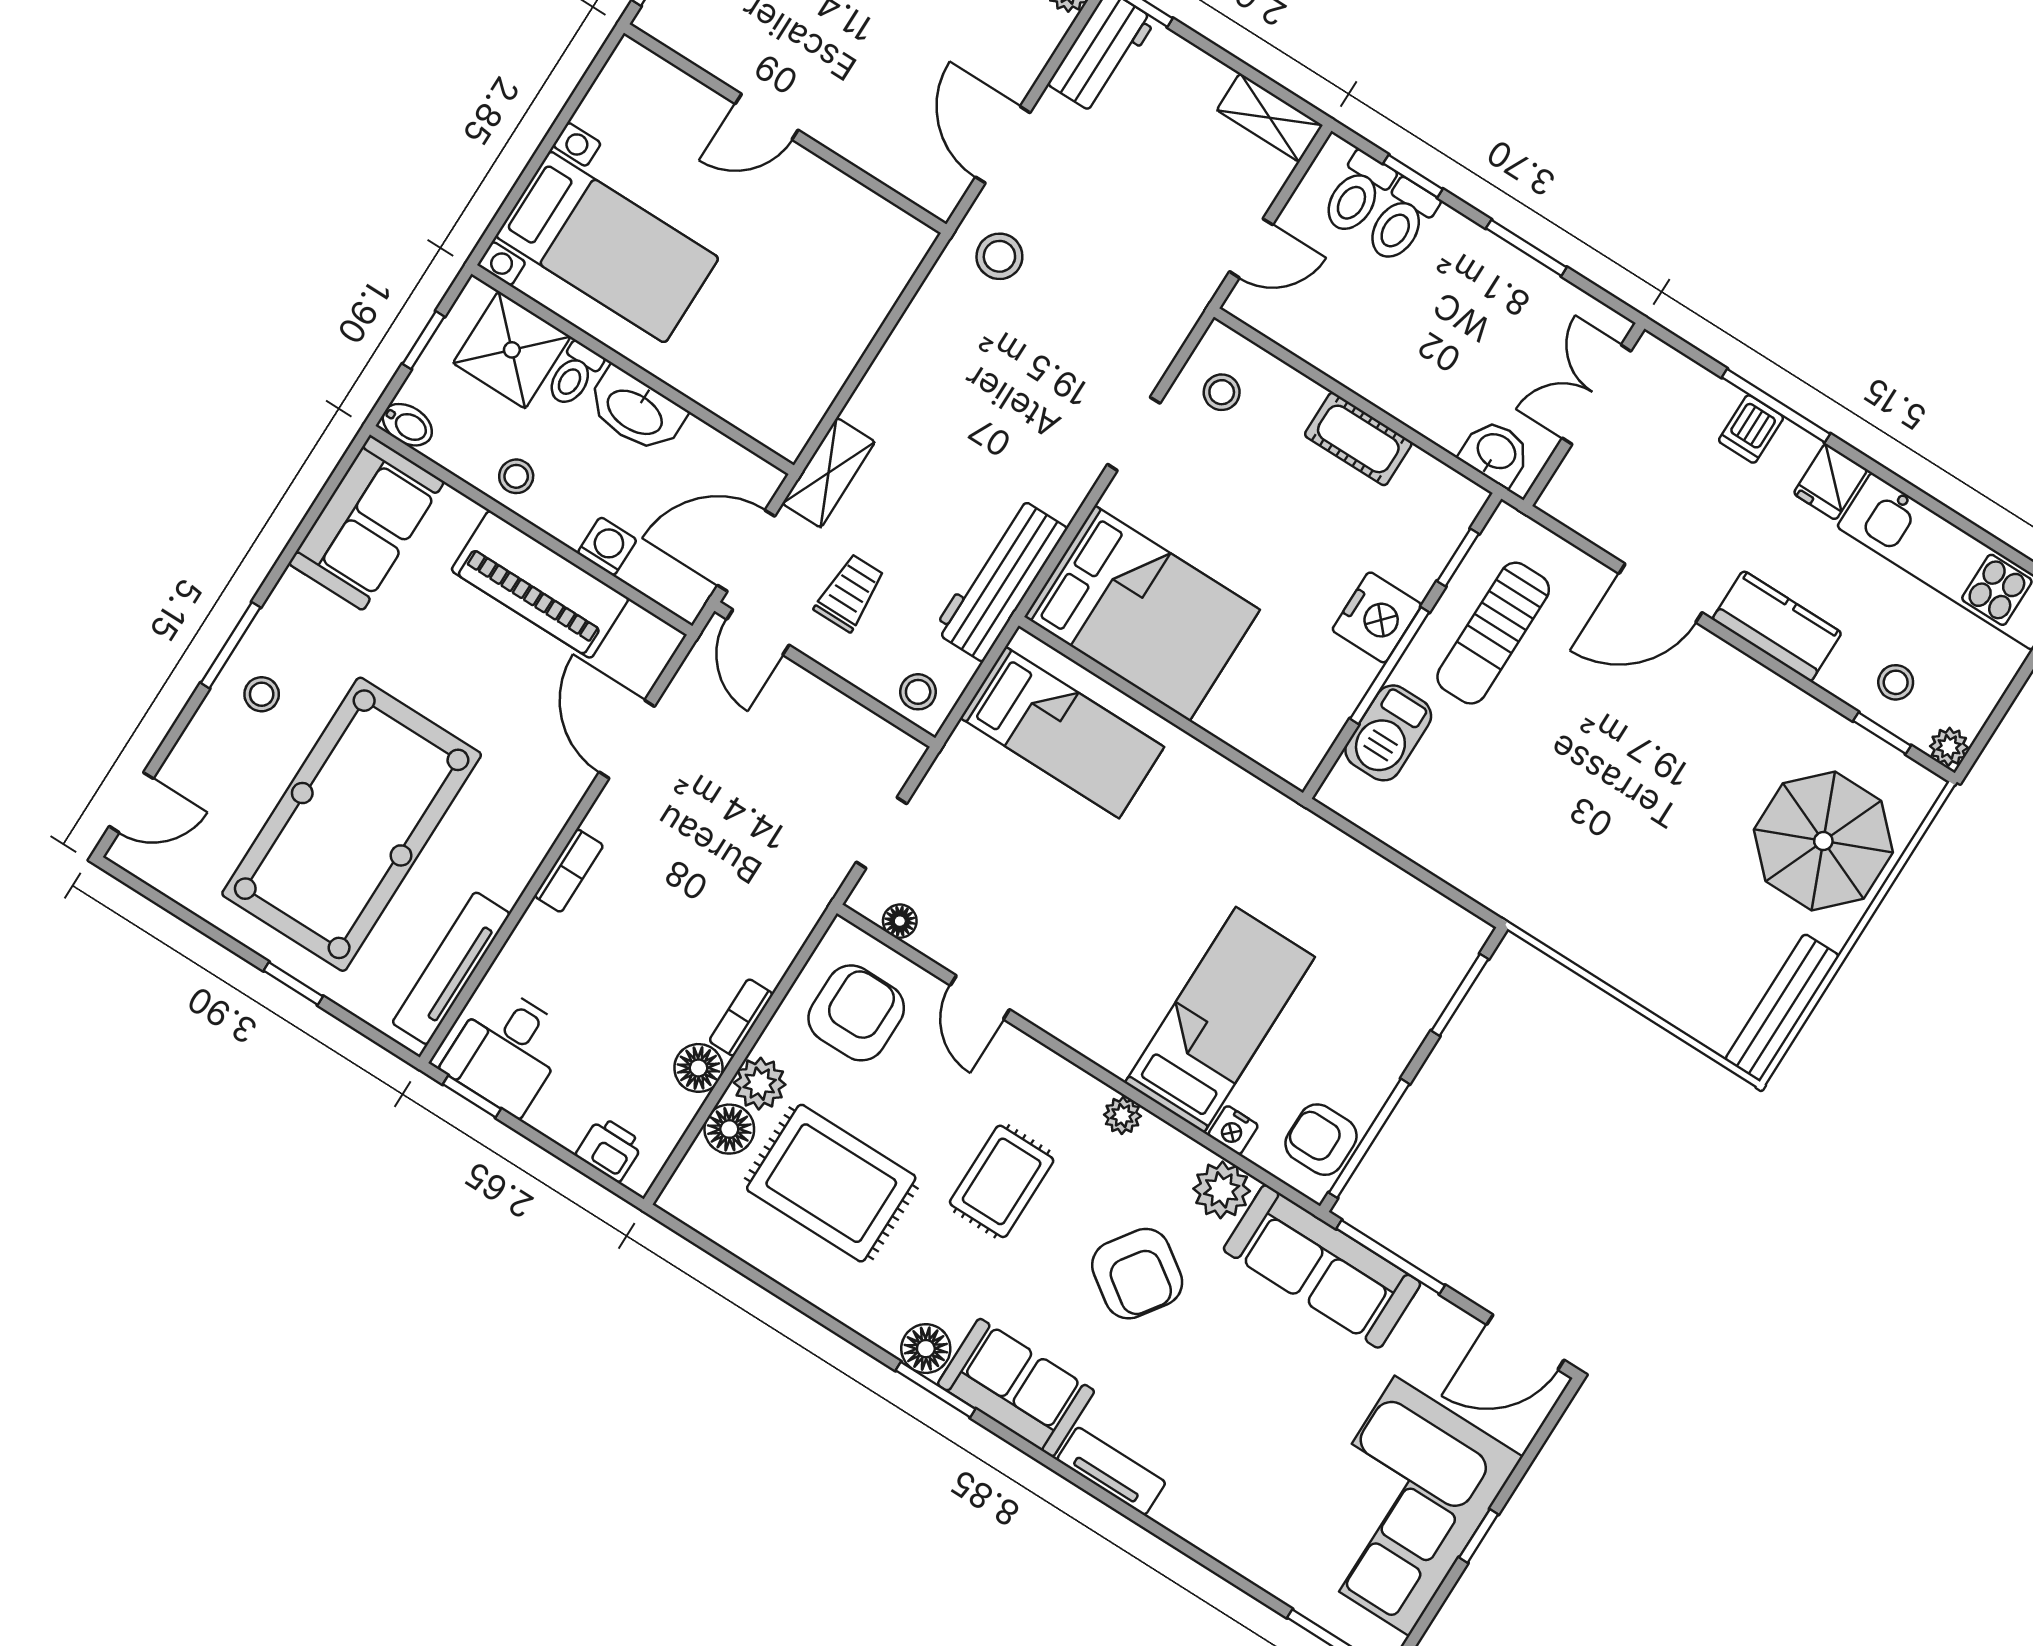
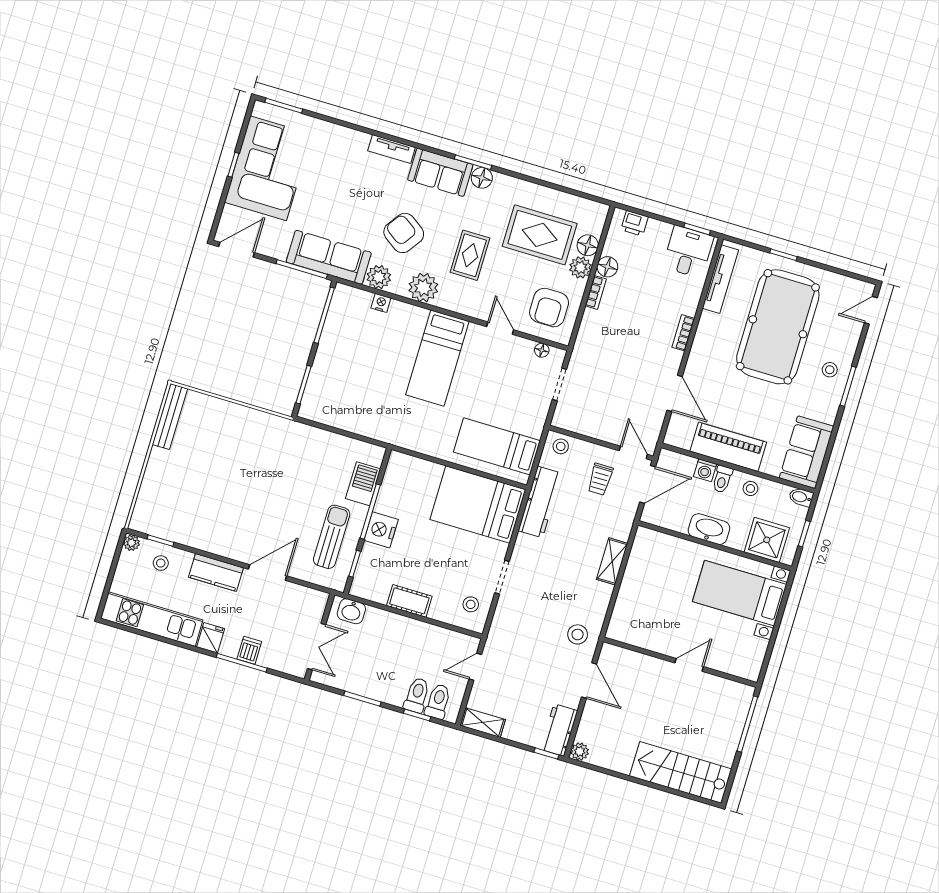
toilet: (574, 374) -> (722, 479), moved, turned 180
shelving: (829, 473) -> (612, 561), moved
parasol: (1823, 841) -> (172, 490), removed
bed: (1220, 1020) -> (437, 358), moved
plant: (1122, 1115) -> (423, 288), width x1.87, depth x1.87
armchair: (1321, 1140) -> (344, 309), removed

